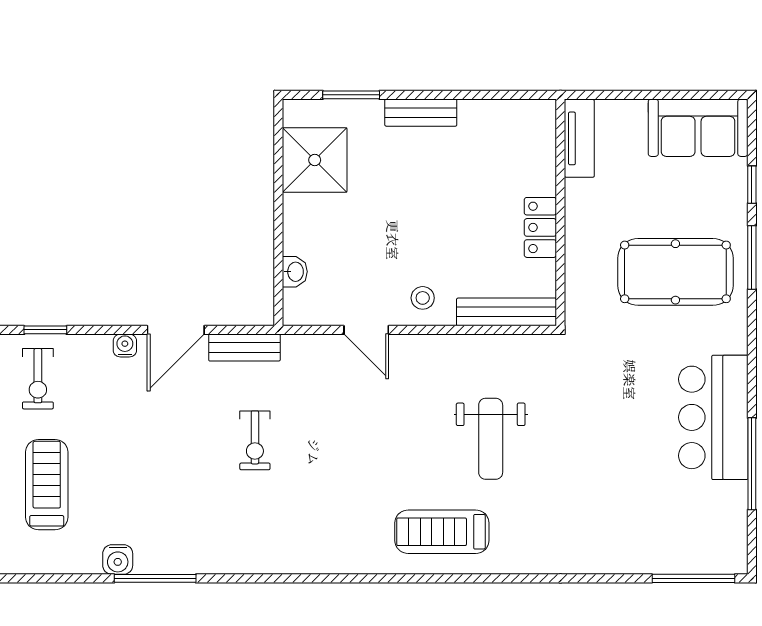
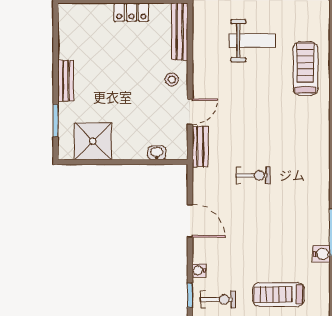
water cooler: (125, 346) -> (199, 270), moved
bench: (244, 348) -> (200, 147), moved
treadmill: (442, 532) -> (305, 68), turned 180

